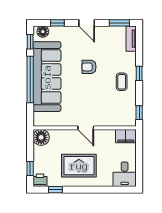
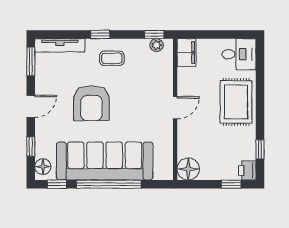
tv unit: (131, 39) -> (60, 45), width x1.41
armchair: (89, 67) -> (91, 103), width x1.88, depth x1.88
plant: (131, 114) -> (157, 45), added
rug: (79, 166) -> (236, 102), moved

